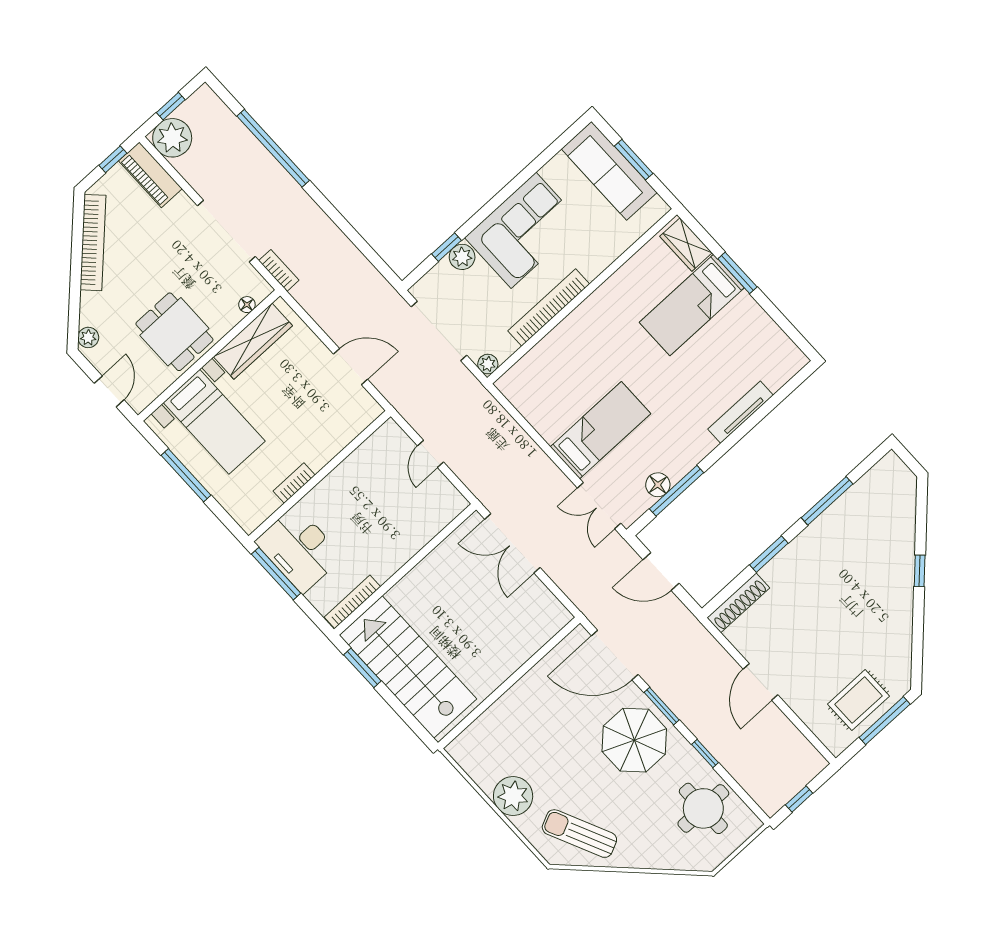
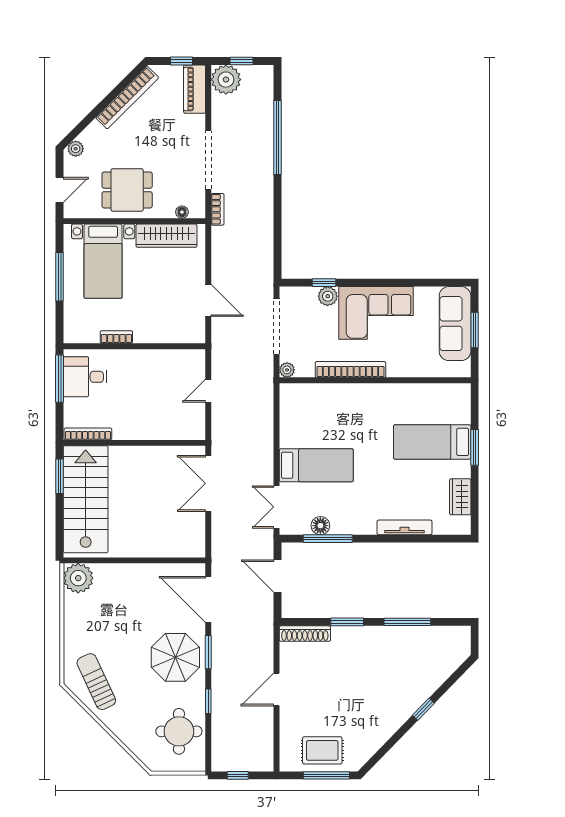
wardrobe: (686, 245) -> (460, 497), moved
dining table: (174, 332) -> (127, 190), turned 90
desk: (299, 549) -> (85, 377), width x0.73
plant: (513, 796) -> (78, 578), moved

